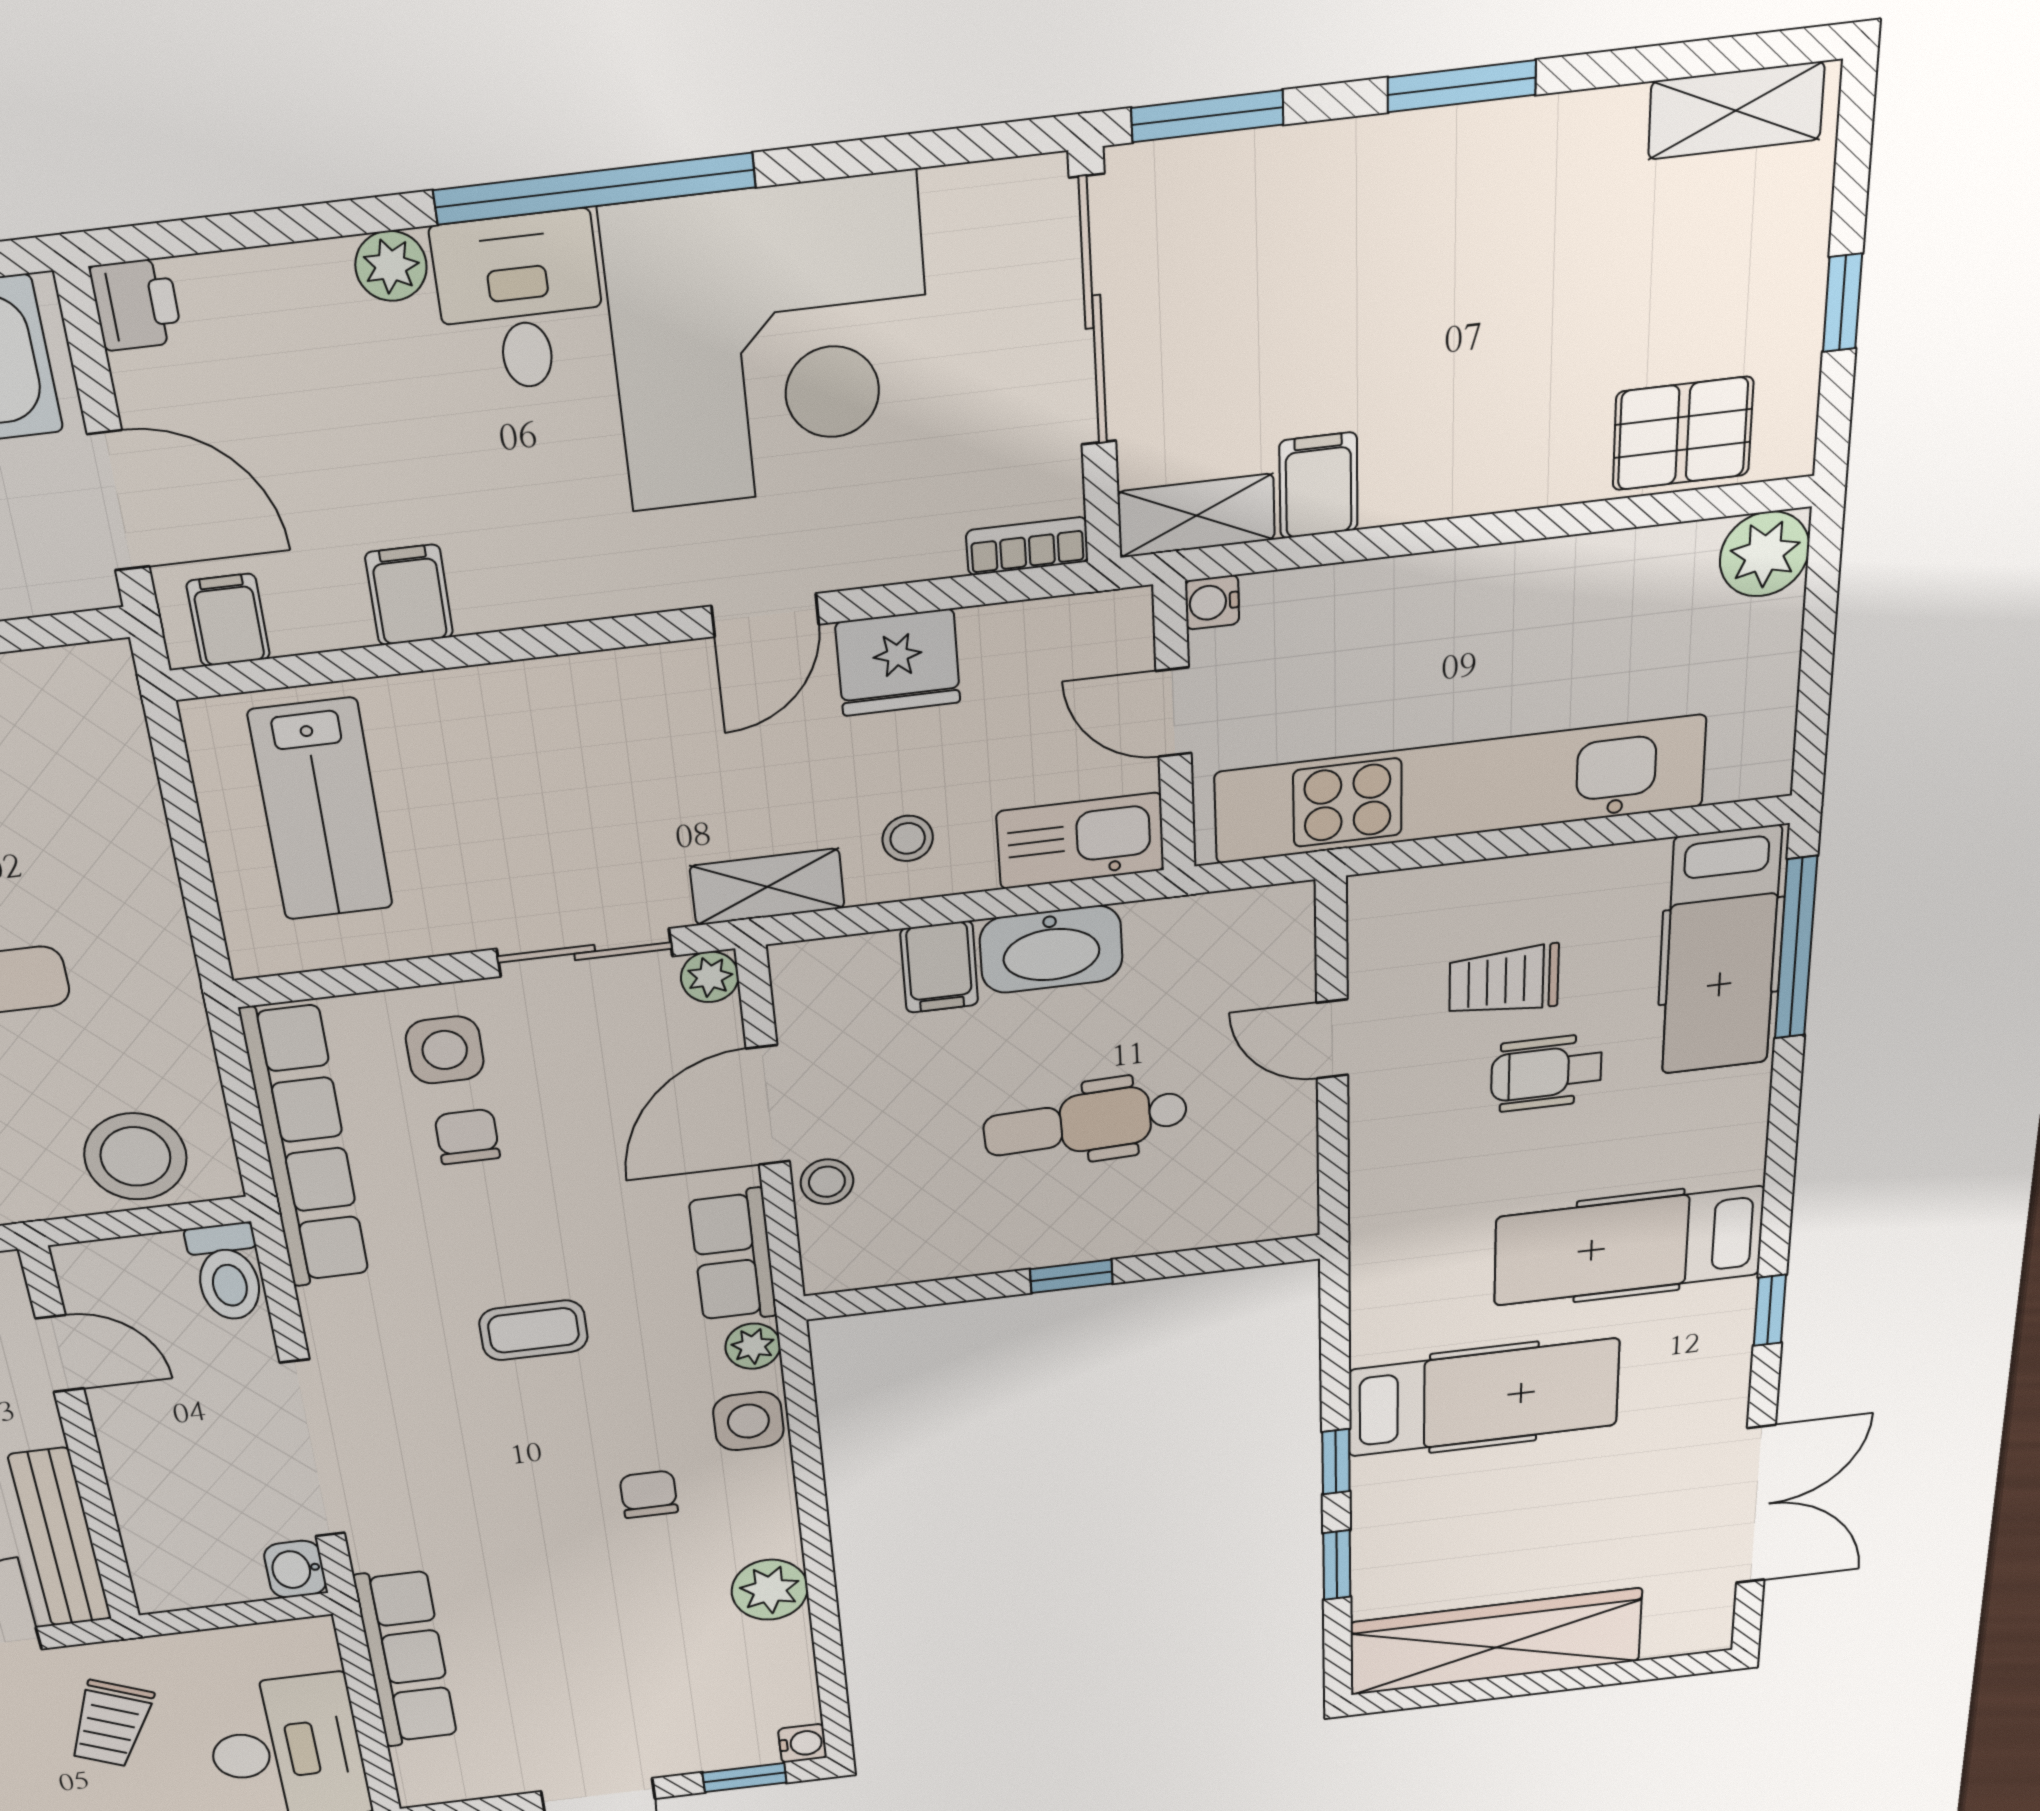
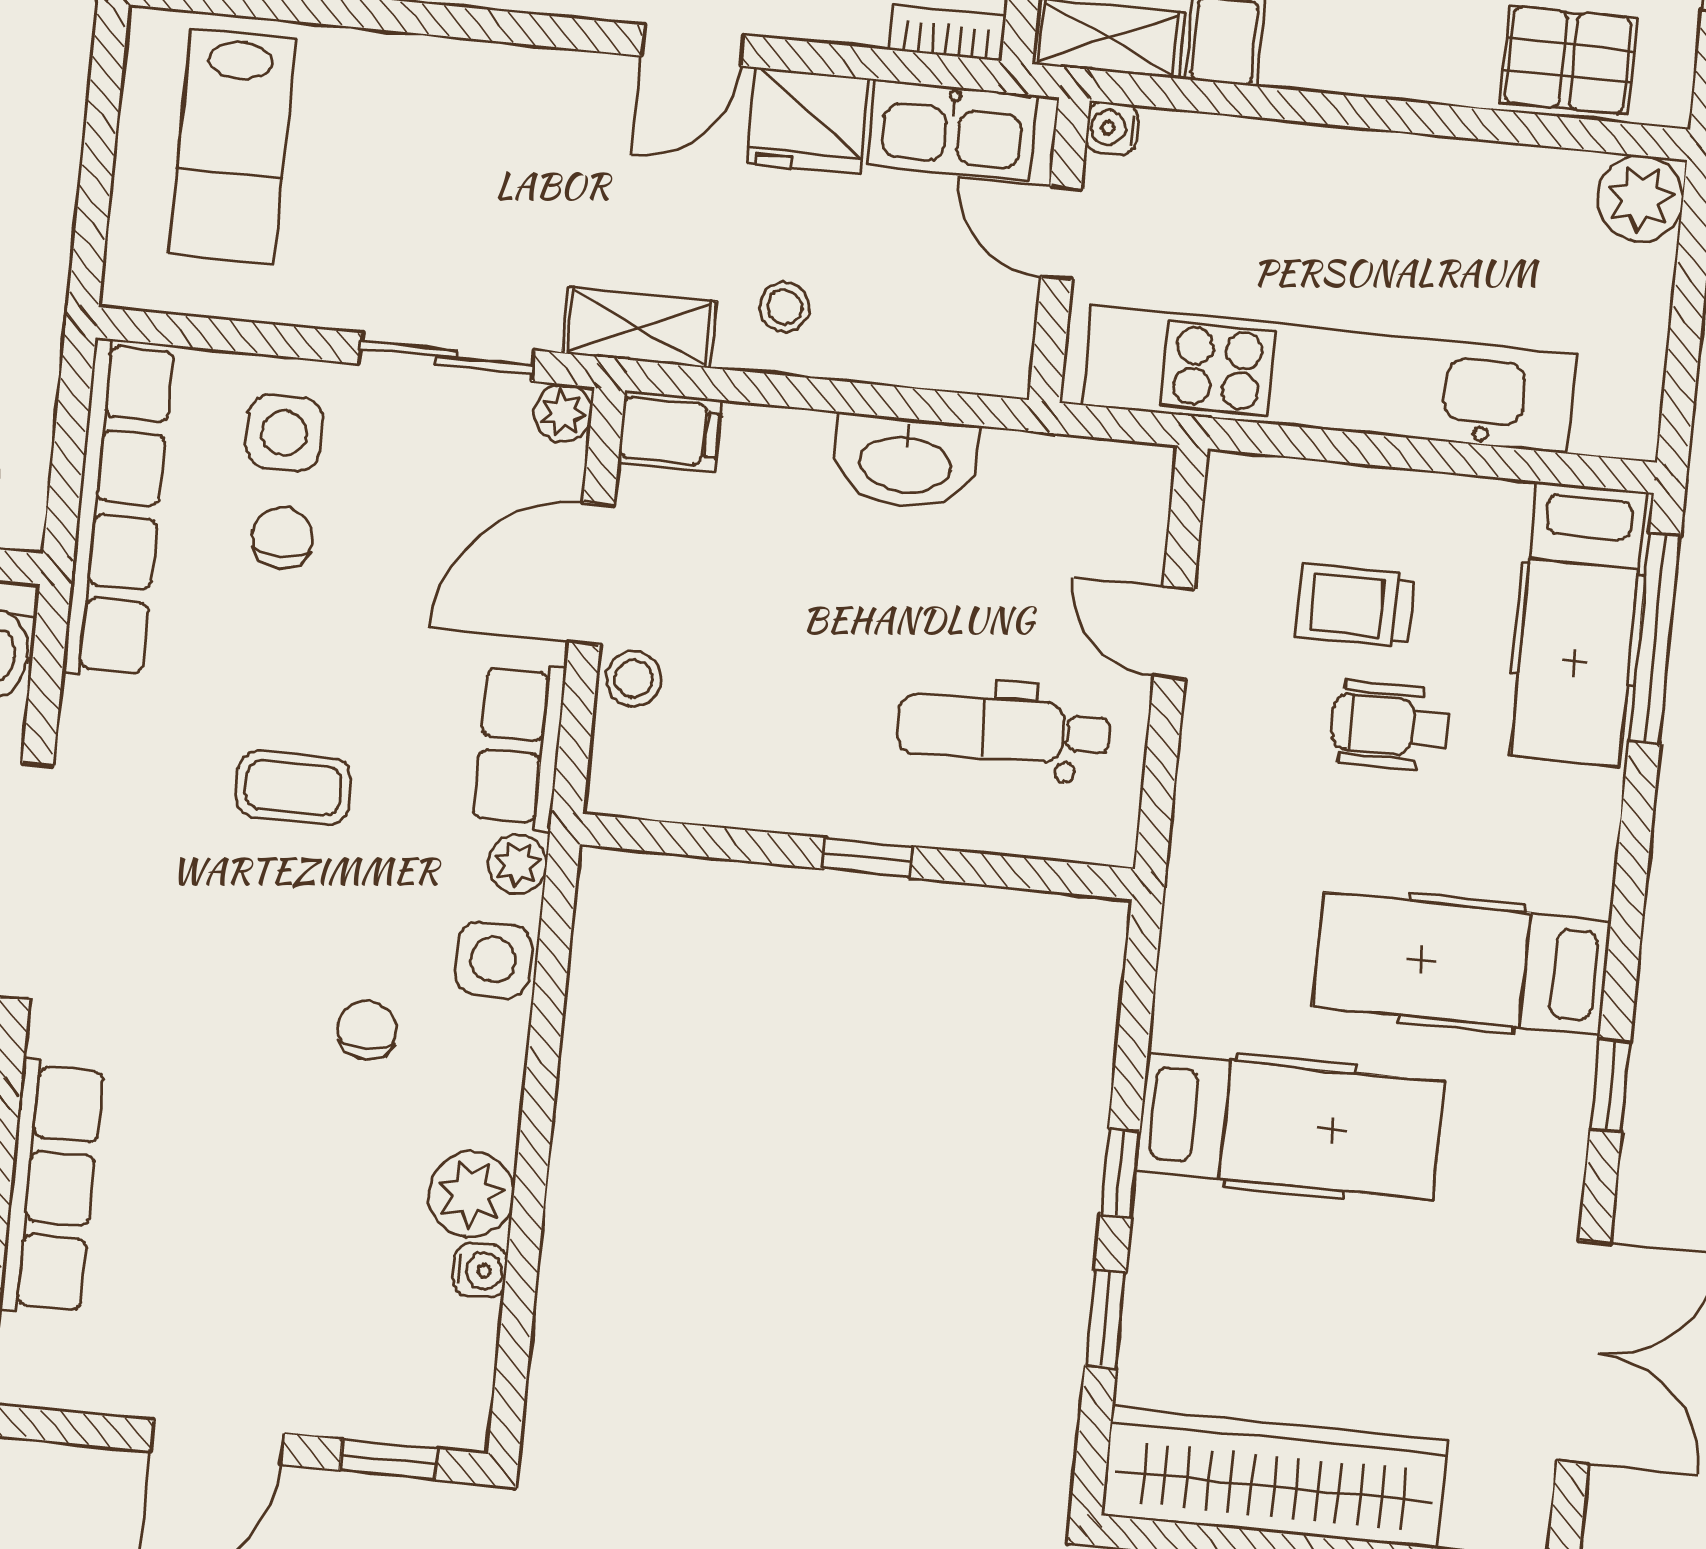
kitchen sink: (1081, 841) -> (952, 130), moved, turned 180
filing cabinet: (939, 967) -> (670, 431), moved, turned -90
dental chair: (1085, 1122) -> (1004, 729), moved
water cooler: (803, 1743) -> (480, 1271), moved

